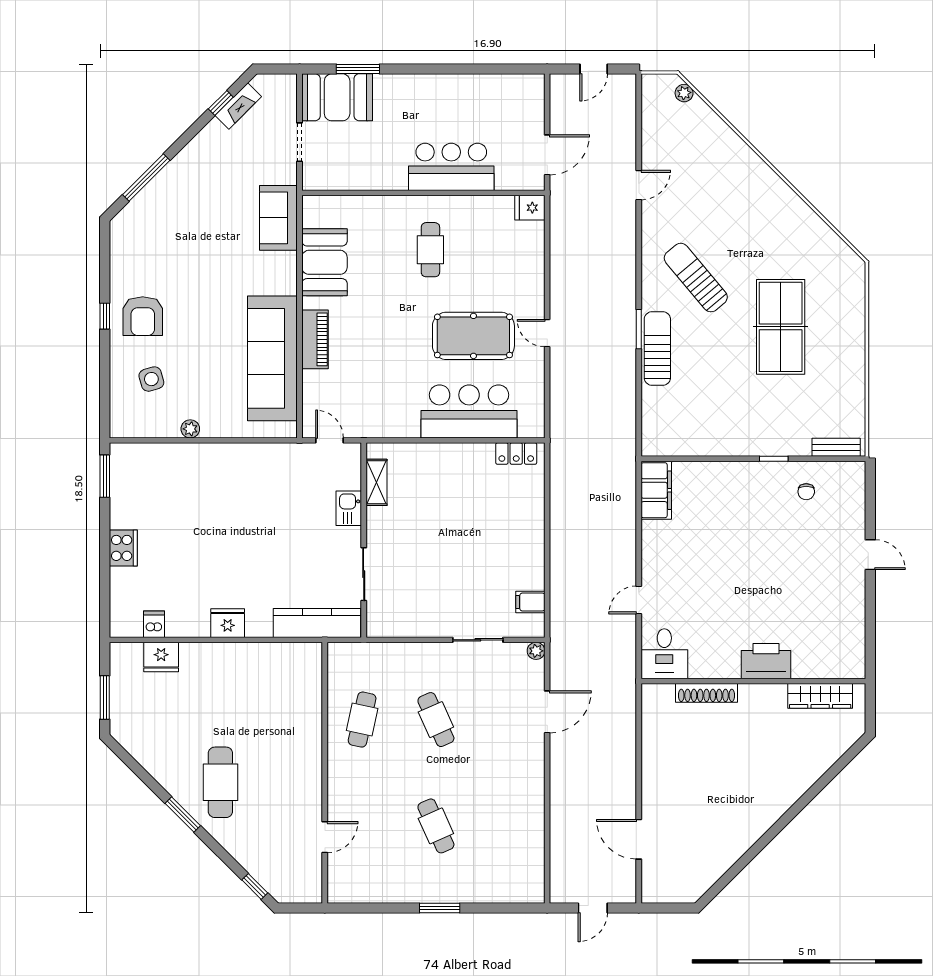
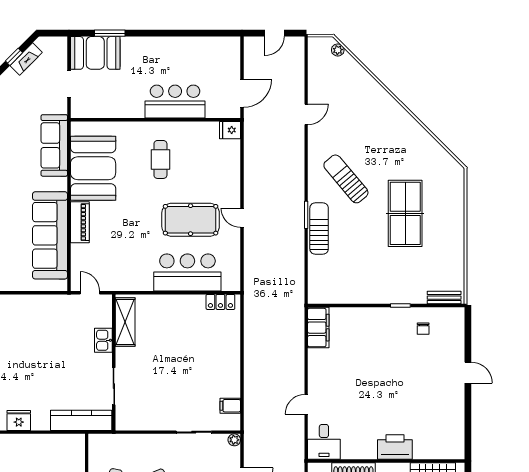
sofa: (278, 218) -> (54, 145), width x1.36
booth: (324, 262) -> (93, 168), width x1.36, depth x1.42
shelving: (376, 482) -> (125, 322), width x1.50, depth x1.33

